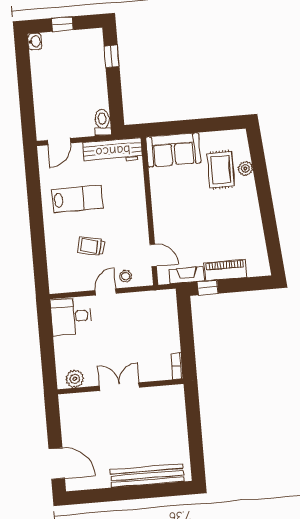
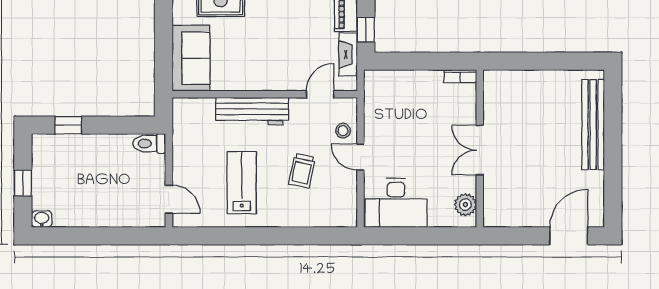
workbench: (113, 151) -> (252, 111), moved, turned 90
desk: (71, 316) -> (396, 203), width x1.37

